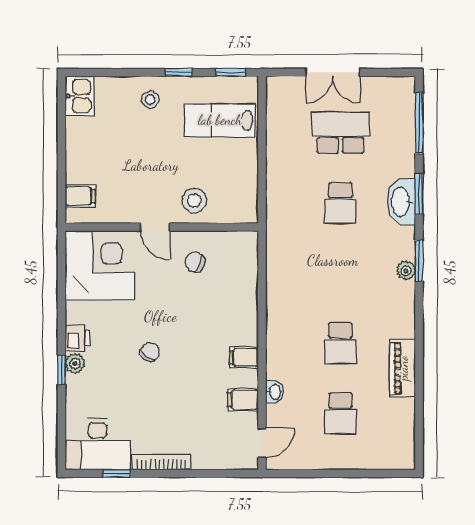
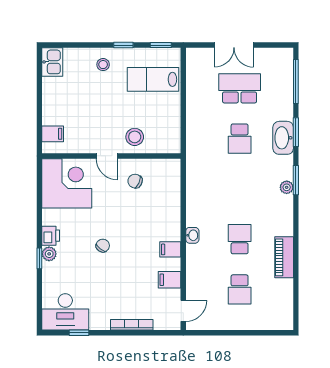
school desk: (340, 343) -> (240, 239), turned 180
washbasin: (275, 392) -> (192, 235), moved
bookcase: (161, 462) -> (132, 325), moved

